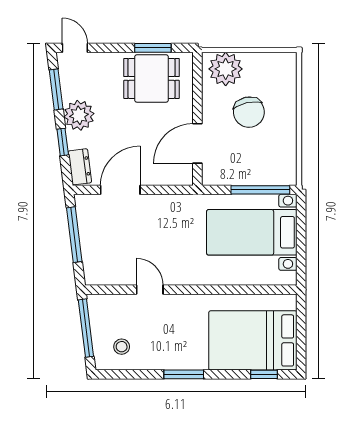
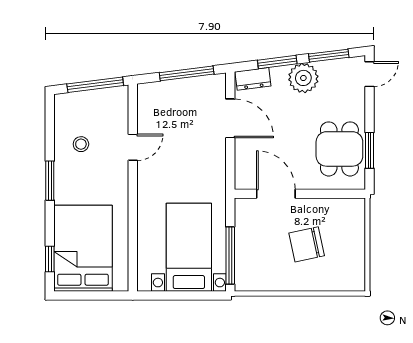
plant: (226, 69) -> (349, 222), removed
window: (63, 142) -> (277, 62), width x1.50
stool: (122, 347) -> (81, 144), moved

